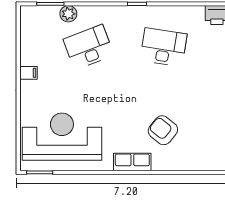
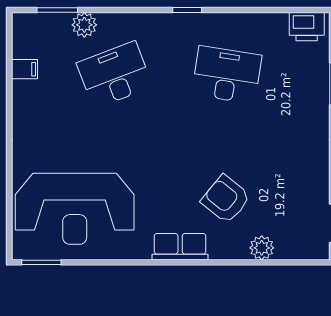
filing cabinet: (28, 73) -> (25, 69), moved
reception desk: (62, 137) -> (75, 209), turned 180
plant: (187, 163) -> (262, 248), added

